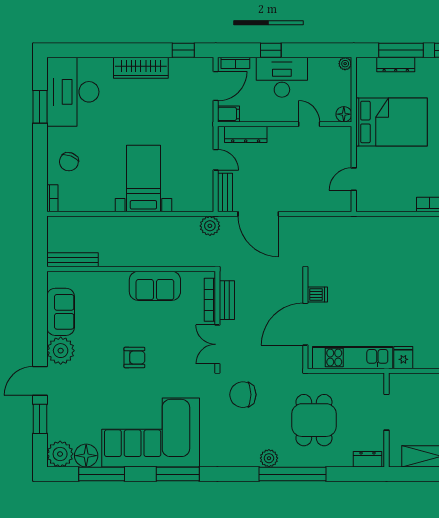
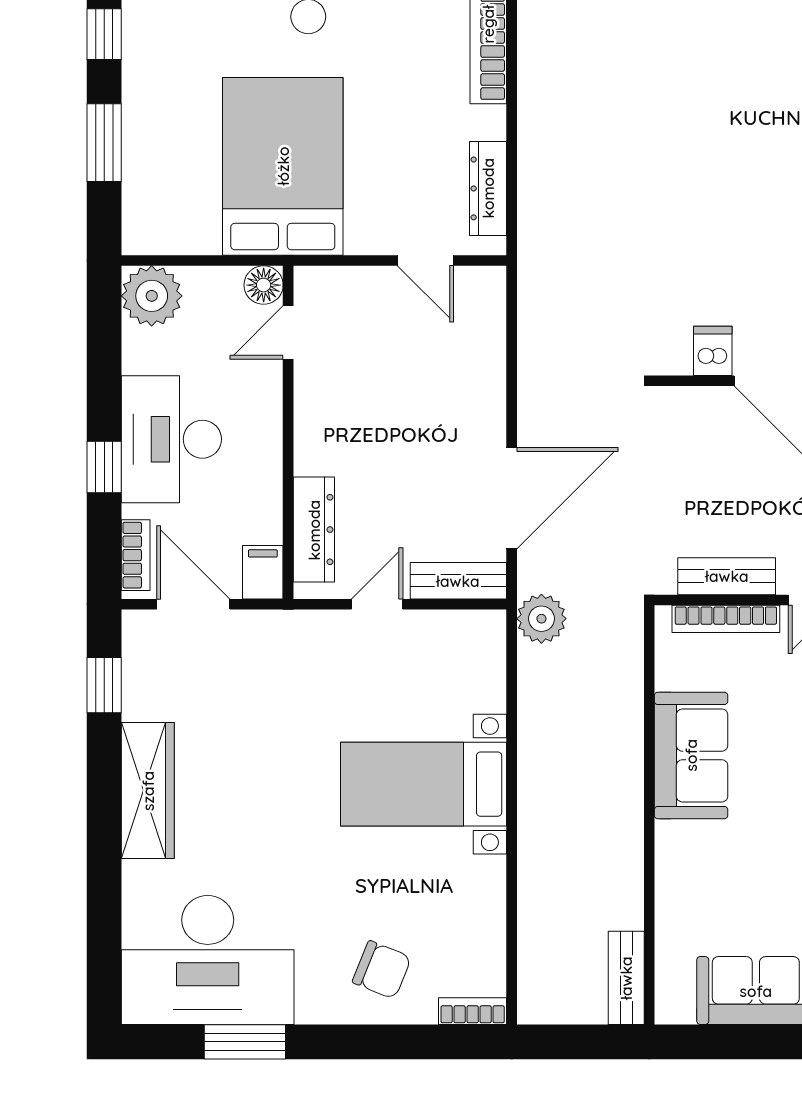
window: (401, 50) -> (104, 143), width x0.69
plant: (345, 64) -> (152, 296), width x1.88, depth x1.88
dresser: (396, 65) -> (488, 188), moved, turned 180
door: (309, 124) -> (288, 333), moved
bench: (72, 260) -> (626, 978), width x0.73

